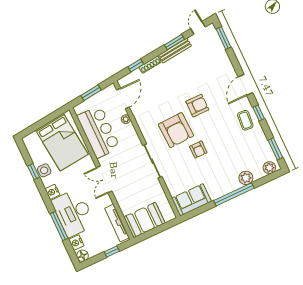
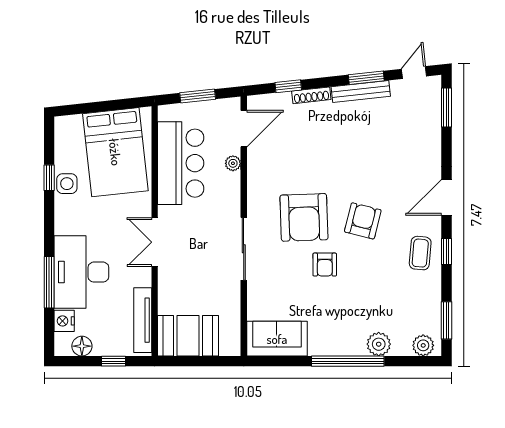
armchair: (197, 106) -> (363, 221), moved, turned -76
nightstand: (52, 192) -> (64, 223), removed
floor lamp: (82, 256) -> (82, 346), moved

